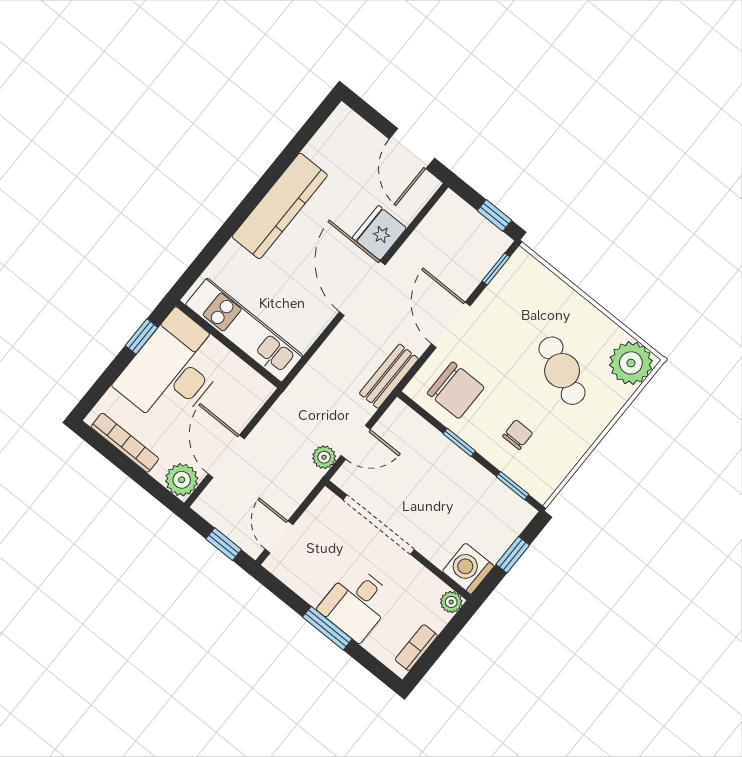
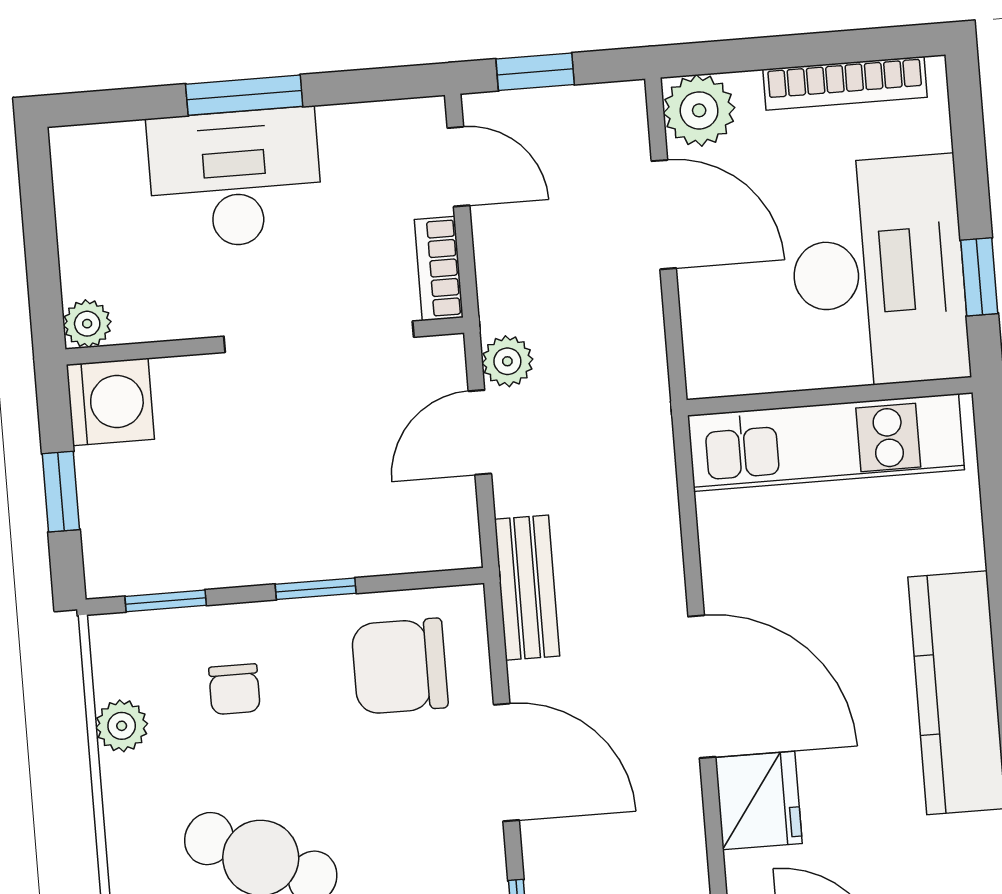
plant: (566, 458) -> (122, 726), added
desk: (357, 603) -> (235, 178), width x1.37
bookcase: (416, 648) -> (439, 268), moved, turned 180

